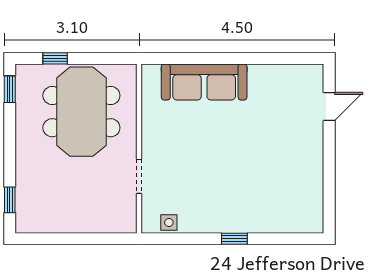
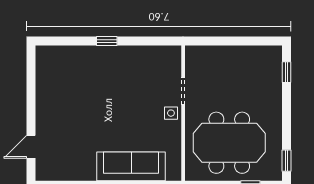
meeting table: (81, 112) -> (229, 143), turned 90
side table: (169, 223) -> (171, 113), moved

